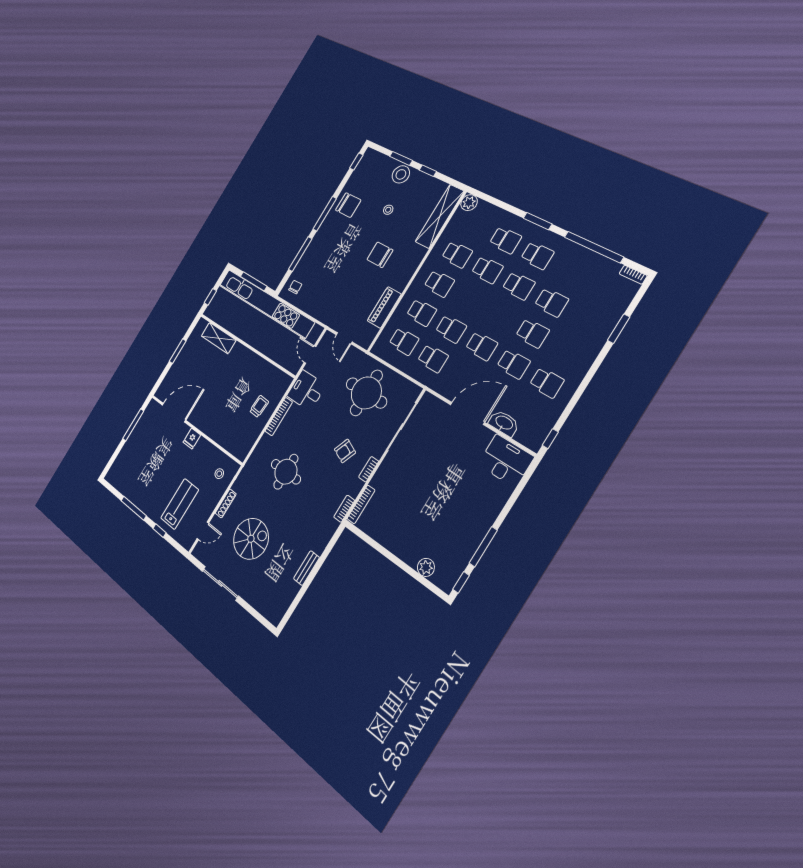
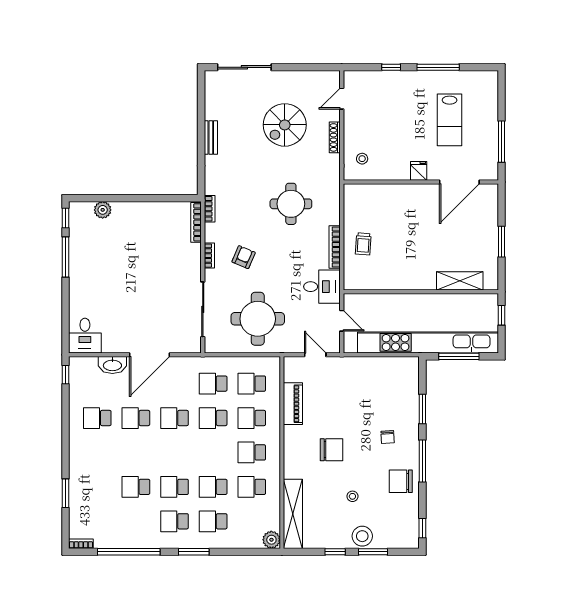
window: (300, 254) -> (422, 409), width x0.69
chair: (295, 287) -> (388, 437), moved
school desk: (532, 333) -> (136, 452), removed
desk: (506, 461) -> (85, 336), width x0.73
lab bench: (180, 504) -> (450, 120), moved
sliding door: (220, 583) -> (244, 67), moved

